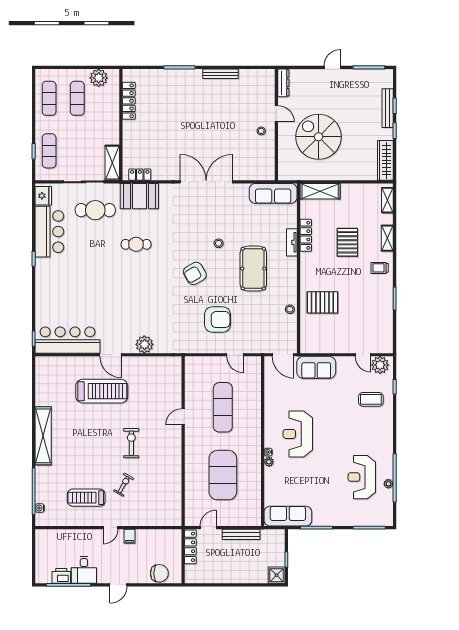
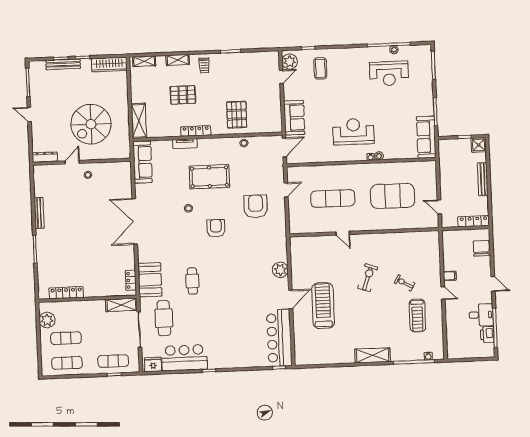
locker: (306, 235) -> (196, 131), moved
armchair: (195, 273) -> (216, 228), turned -150
reception desk: (298, 434) -> (353, 131), turned 180
shelving: (43, 436) -> (373, 355), width x0.68
exercise bike: (131, 443) -> (368, 278), turned 110
bench: (241, 534) -> (483, 179), moved
locker: (190, 547) -> (474, 221), moved

